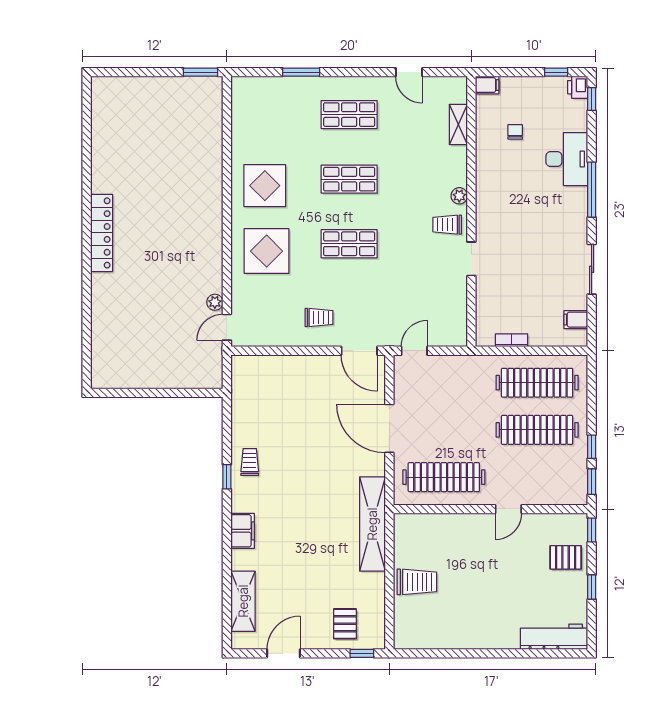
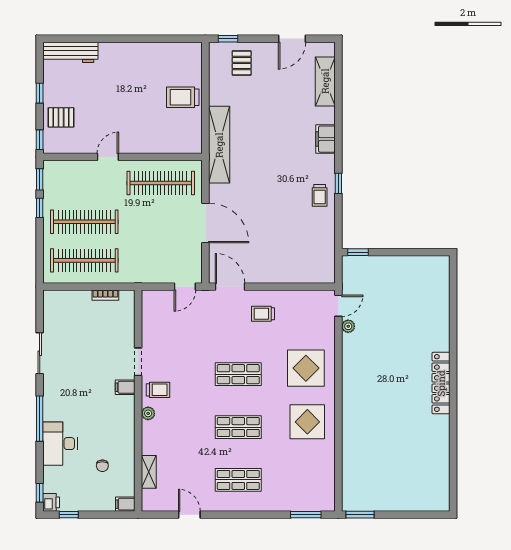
window: (301, 72) -> (306, 515), moved
filing cabinet: (576, 320) -> (125, 387), moved, turned 180
window: (203, 393) -> (358, 252), added

